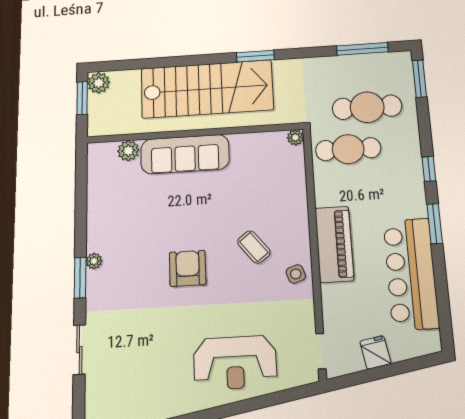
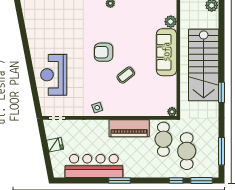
window: (429, 169) -> (176, 181), moved
piano: (334, 244) -> (129, 128), moved
coffee table: (254, 247) -> (126, 75), moved
armchair: (188, 268) -> (104, 52), turned 180

